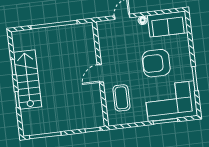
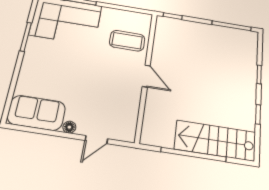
armchair: (156, 63) -> (69, 68), removed
door: (100, 73) -> (146, 76), hinge flipped
stairs: (27, 79) -> (215, 141), moved, turned 90
coffee table: (121, 98) -> (127, 41), turned 90

